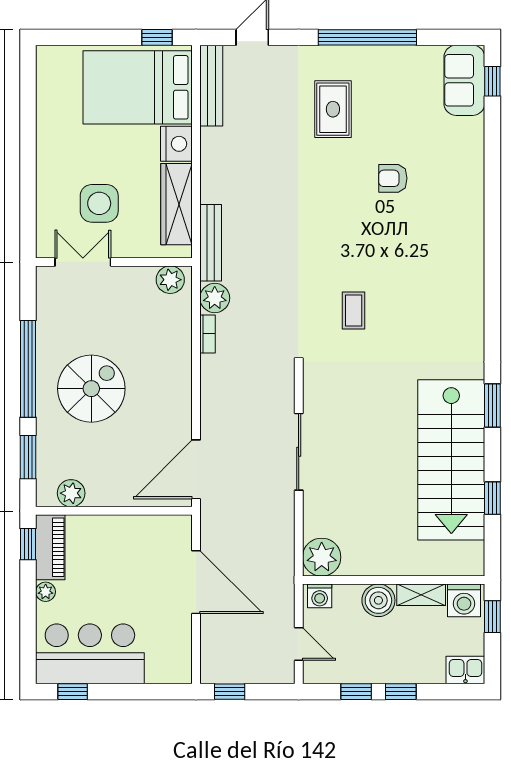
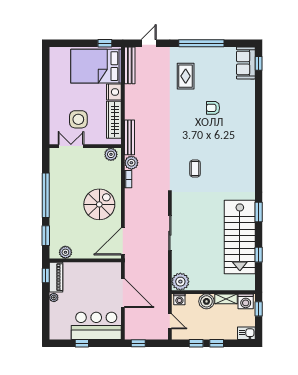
spiral stairs: (91, 389) -> (99, 204), moved
bar counter: (90, 654) -> (96, 326), moved
window: (73, 692) -> (82, 343), moved

